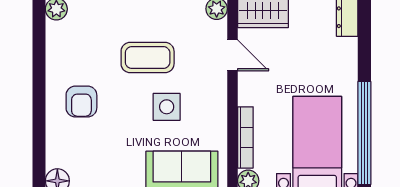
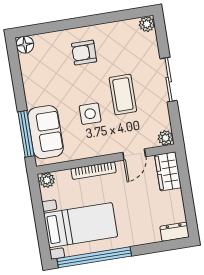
bookcase: (245, 137) -> (94, 171), moved

